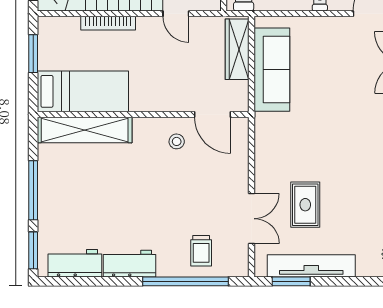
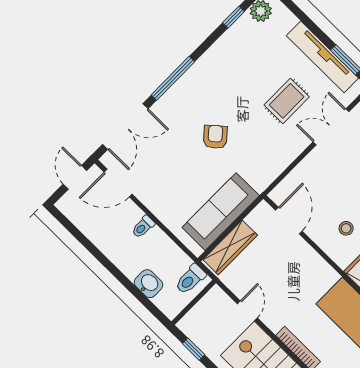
armchair: (333, 123) -> (215, 137), added
stool: (177, 141) -> (346, 228), moved

